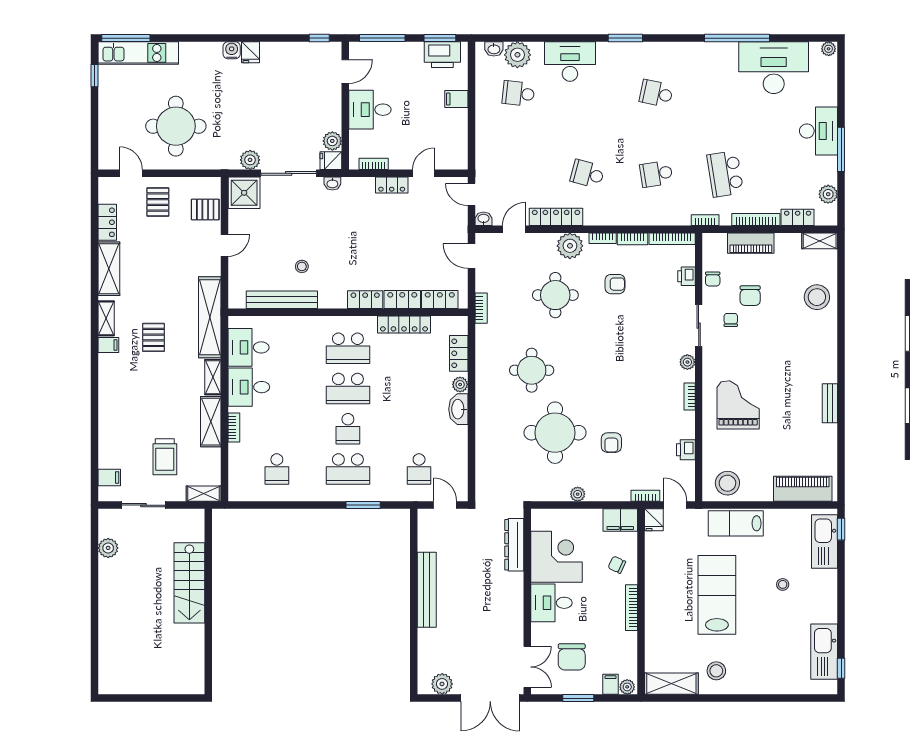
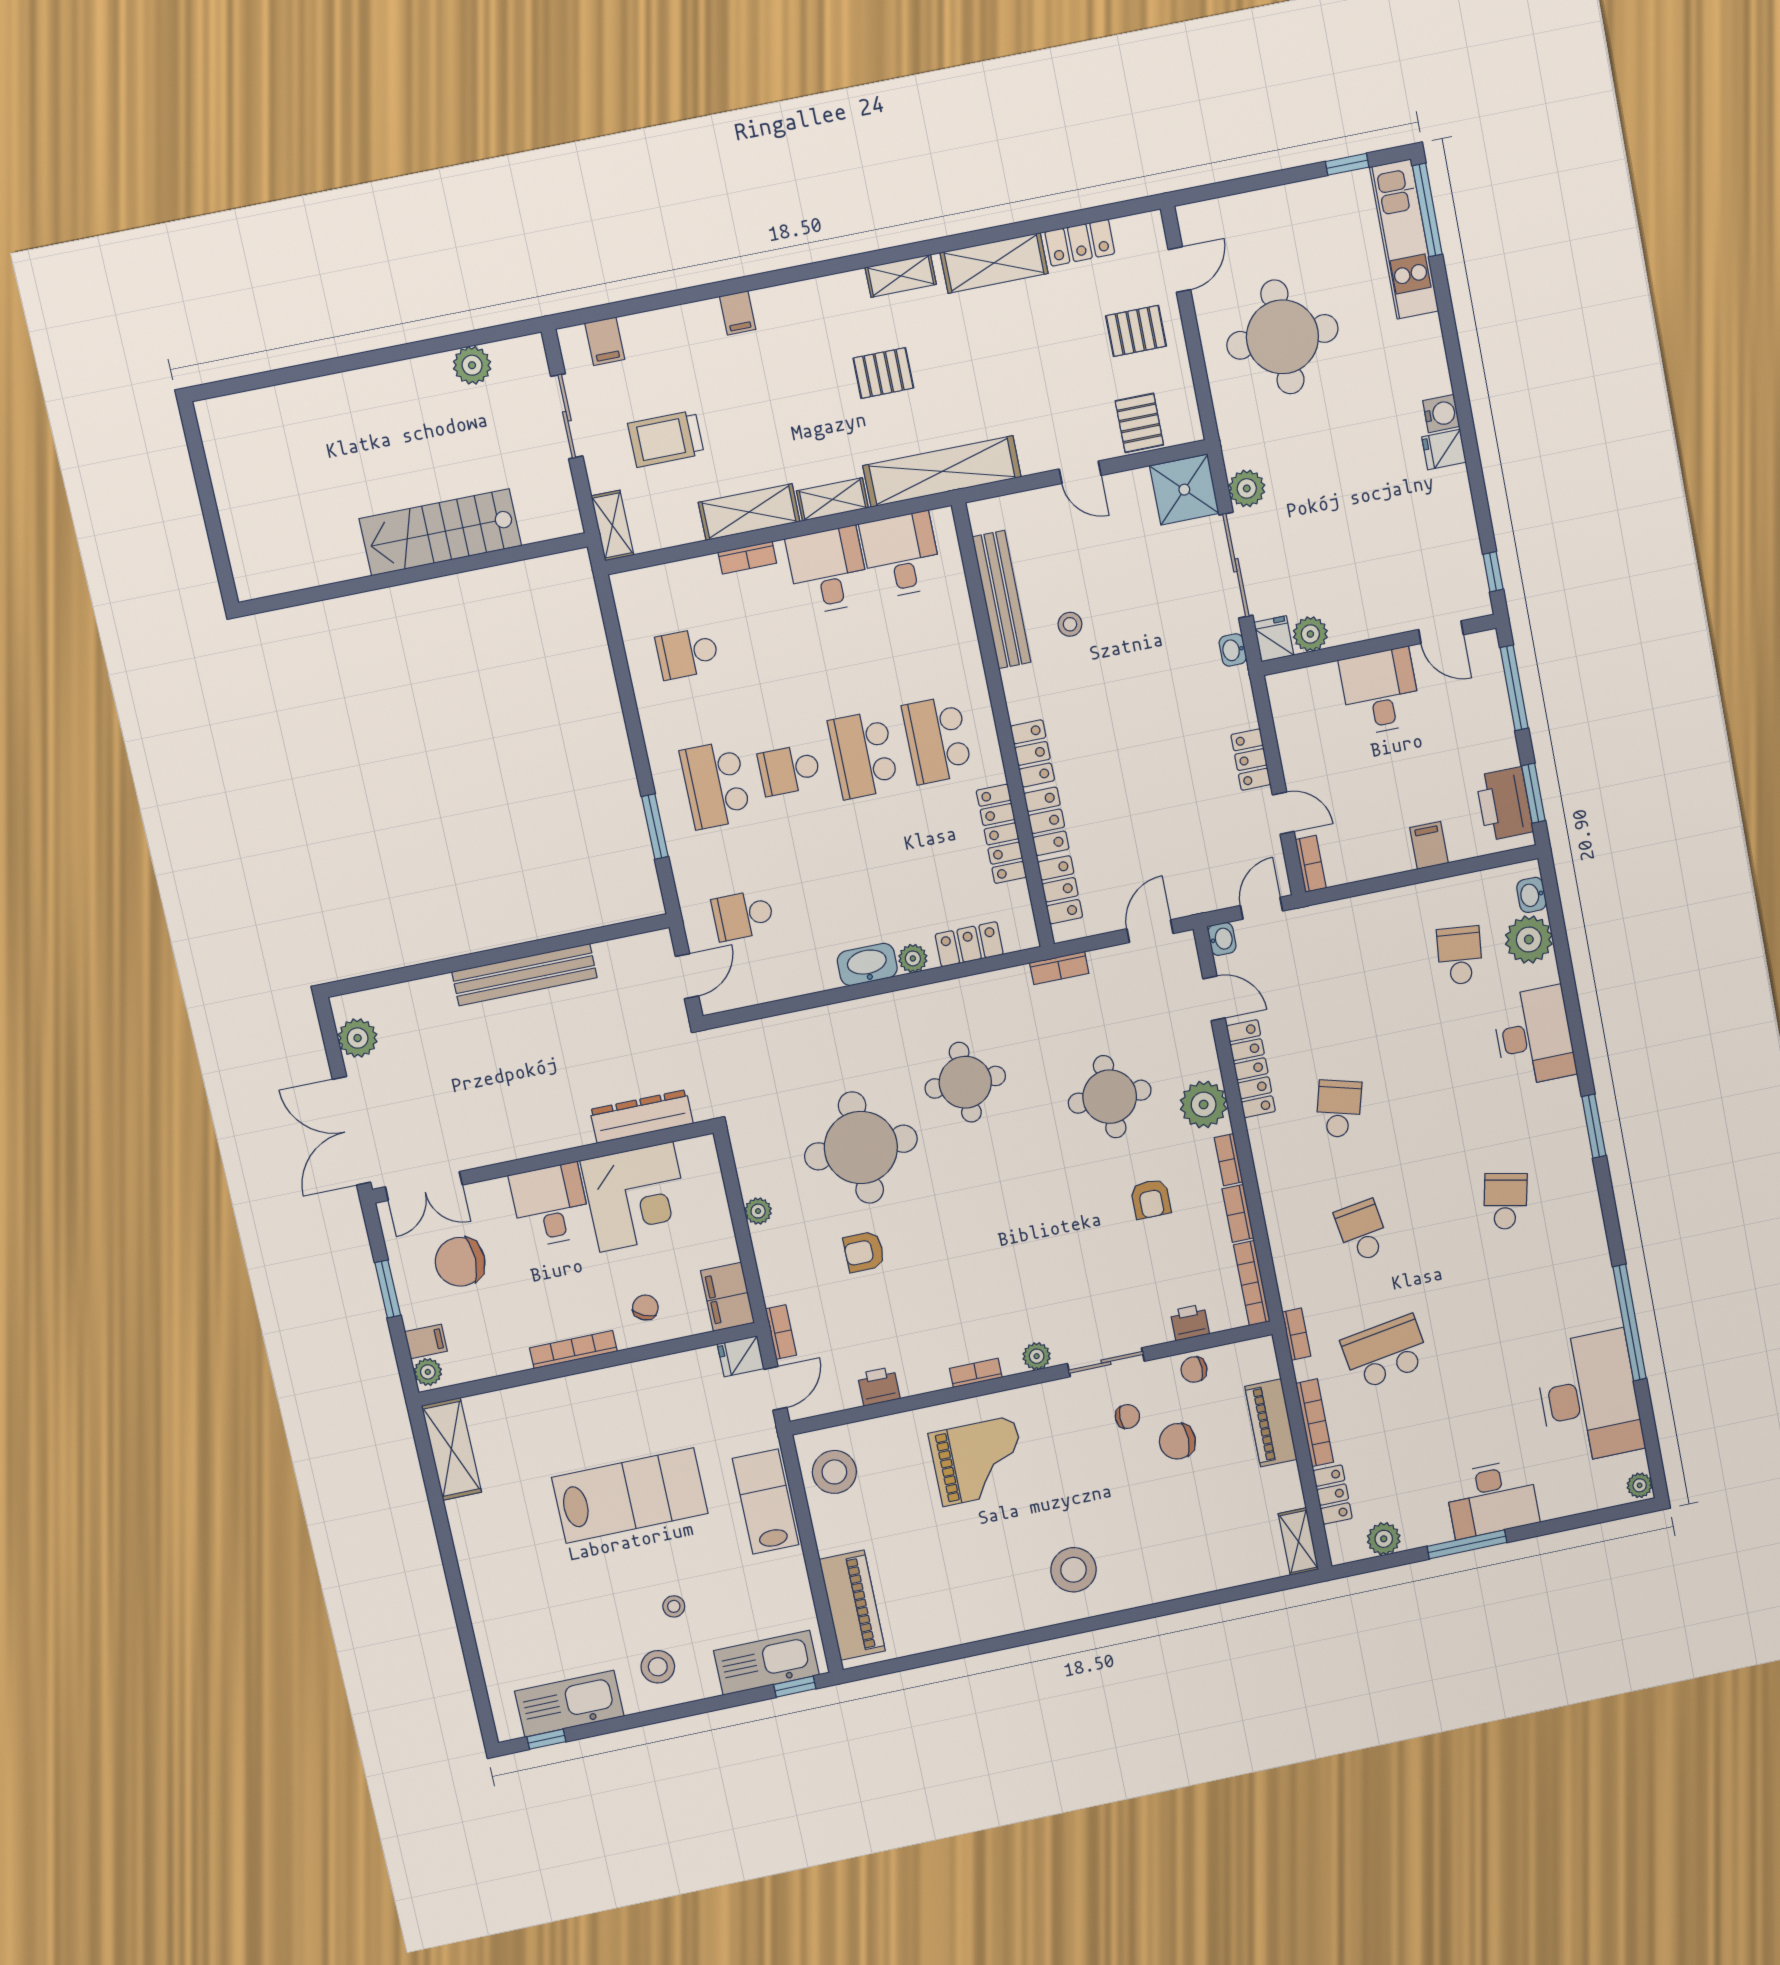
bookcase: (374, 164) -> (1311, 864), moved
stool: (817, 297) -> (1074, 1570), moved
filing cabinet: (108, 345) -> (738, 313), moved
bench: (830, 403) -> (1014, 1620), removed
stool: (716, 671) -> (658, 1667), moved

